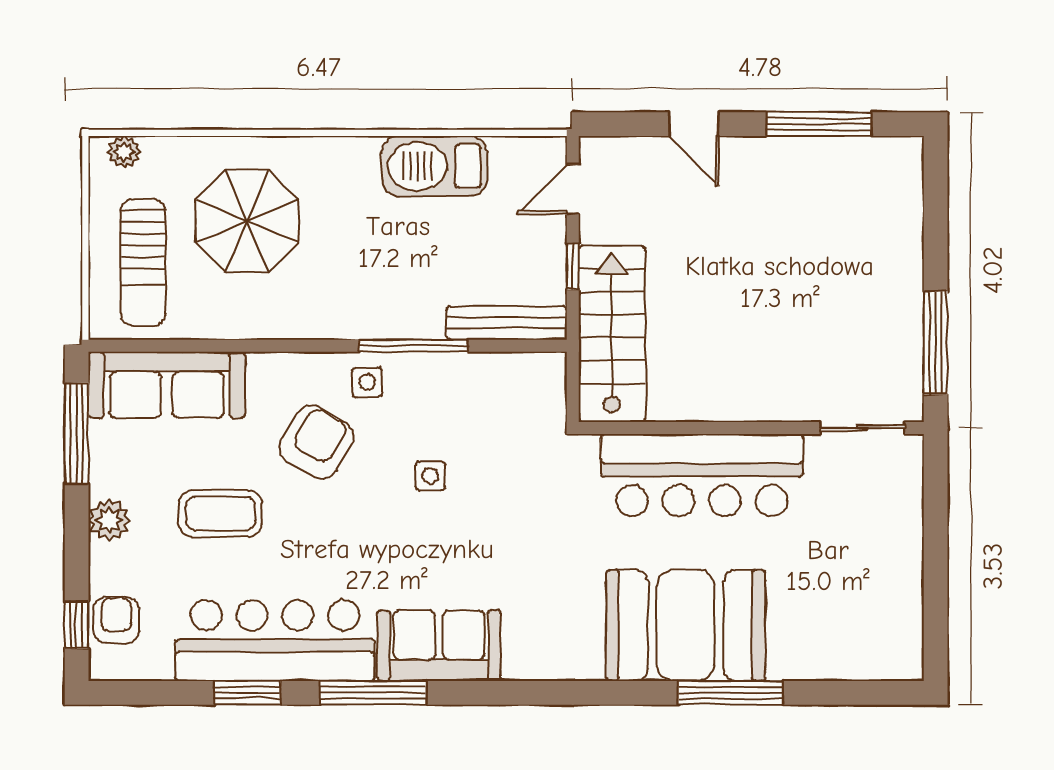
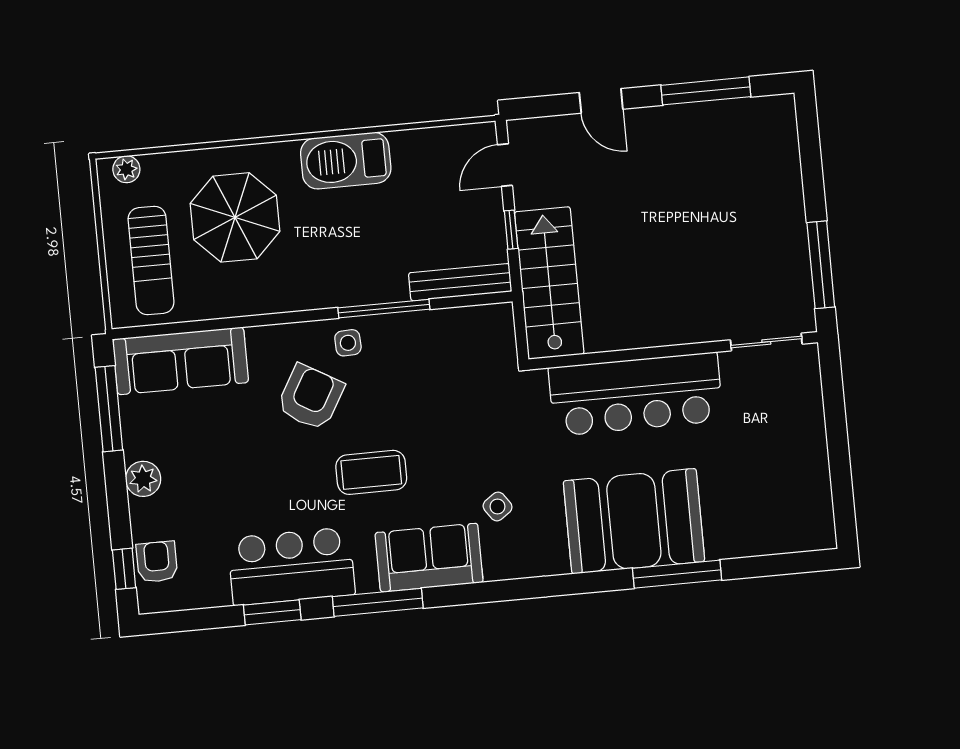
barbecue: (434, 166) -> (346, 161), moved
side table: (430, 476) -> (498, 506), moved, turned -35
coffee table: (220, 514) -> (371, 472), moved
bar counter: (275, 640) -> (291, 566), width x0.73

